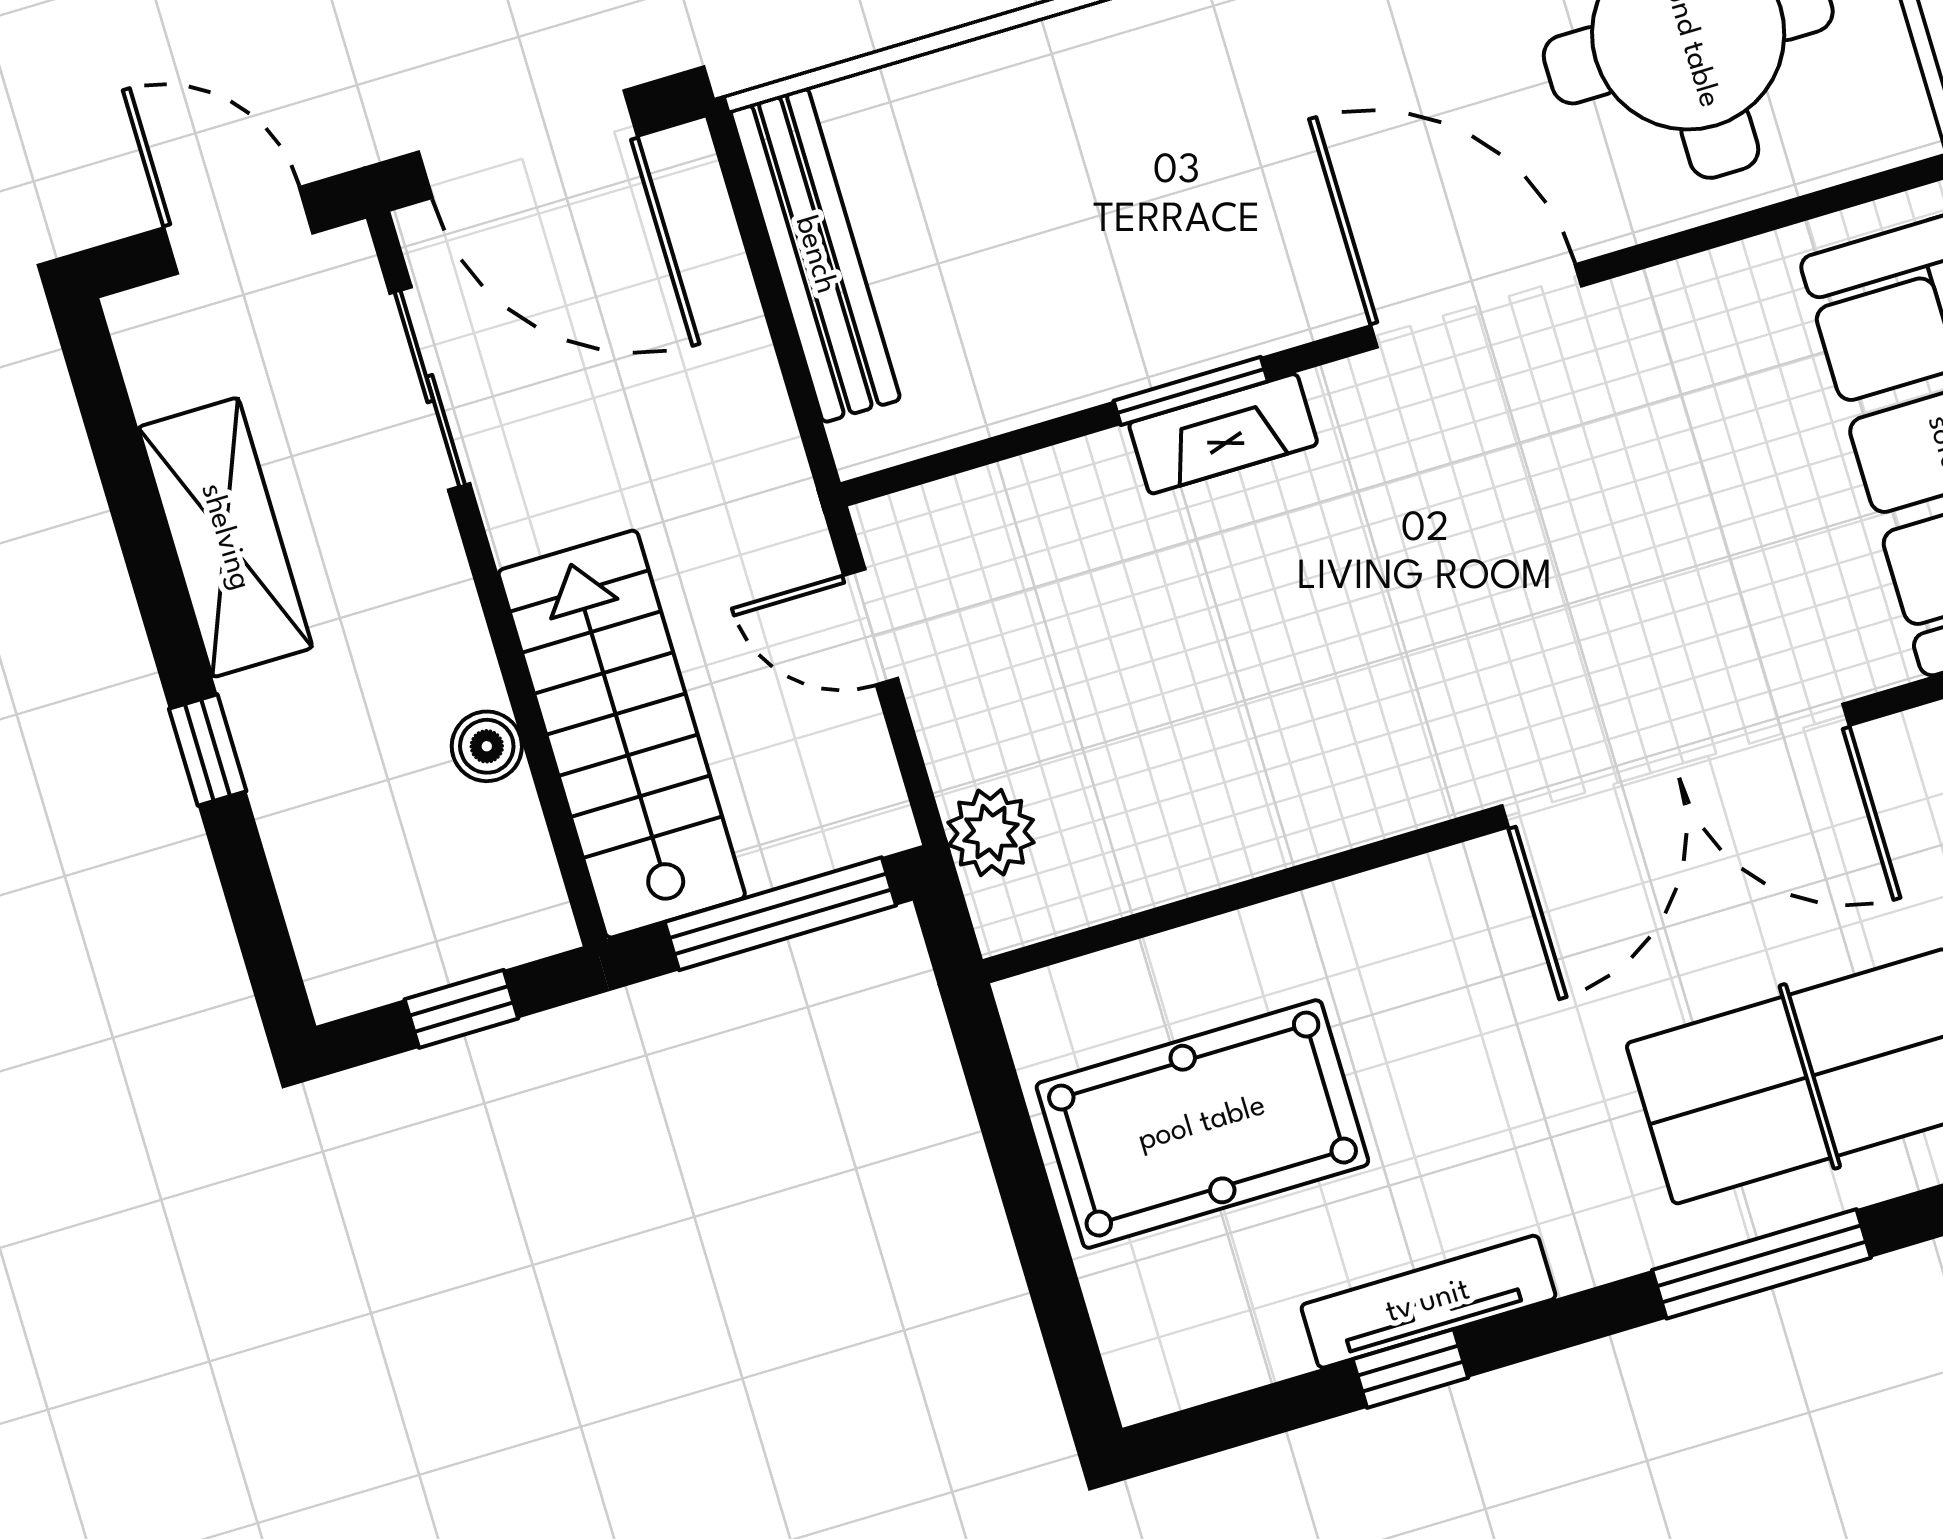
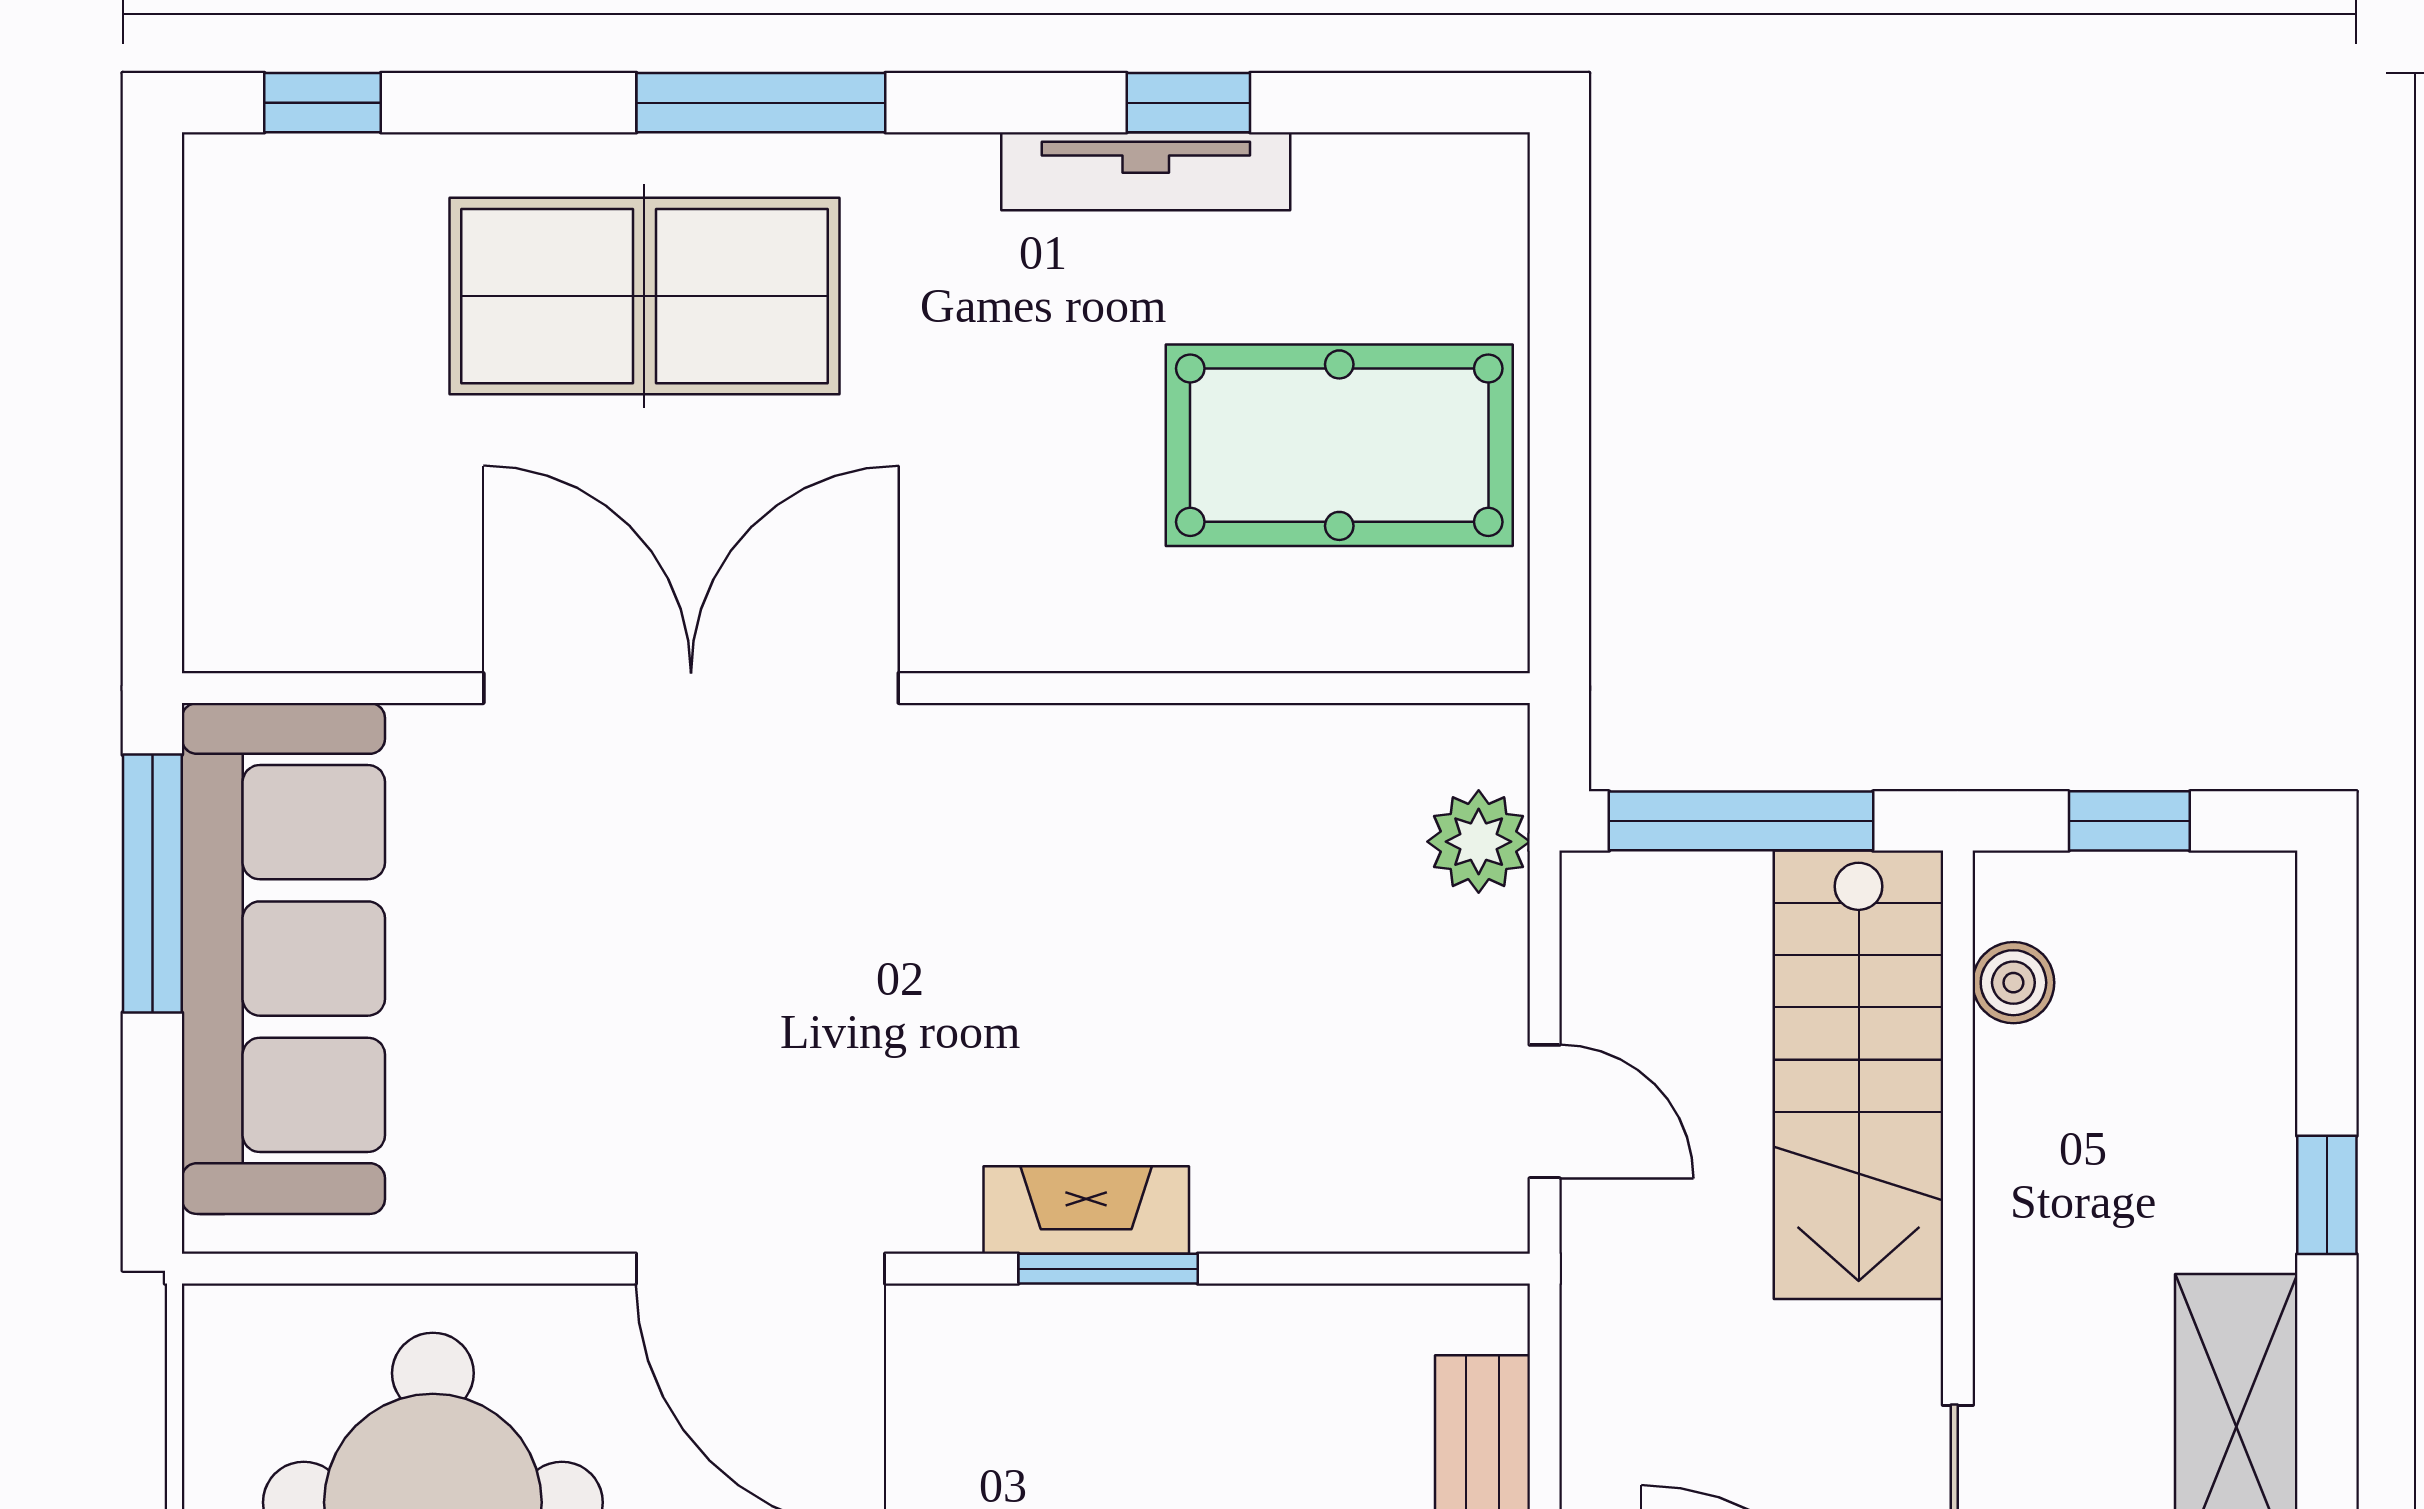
boiler: (487, 746) -> (2013, 983), moved

